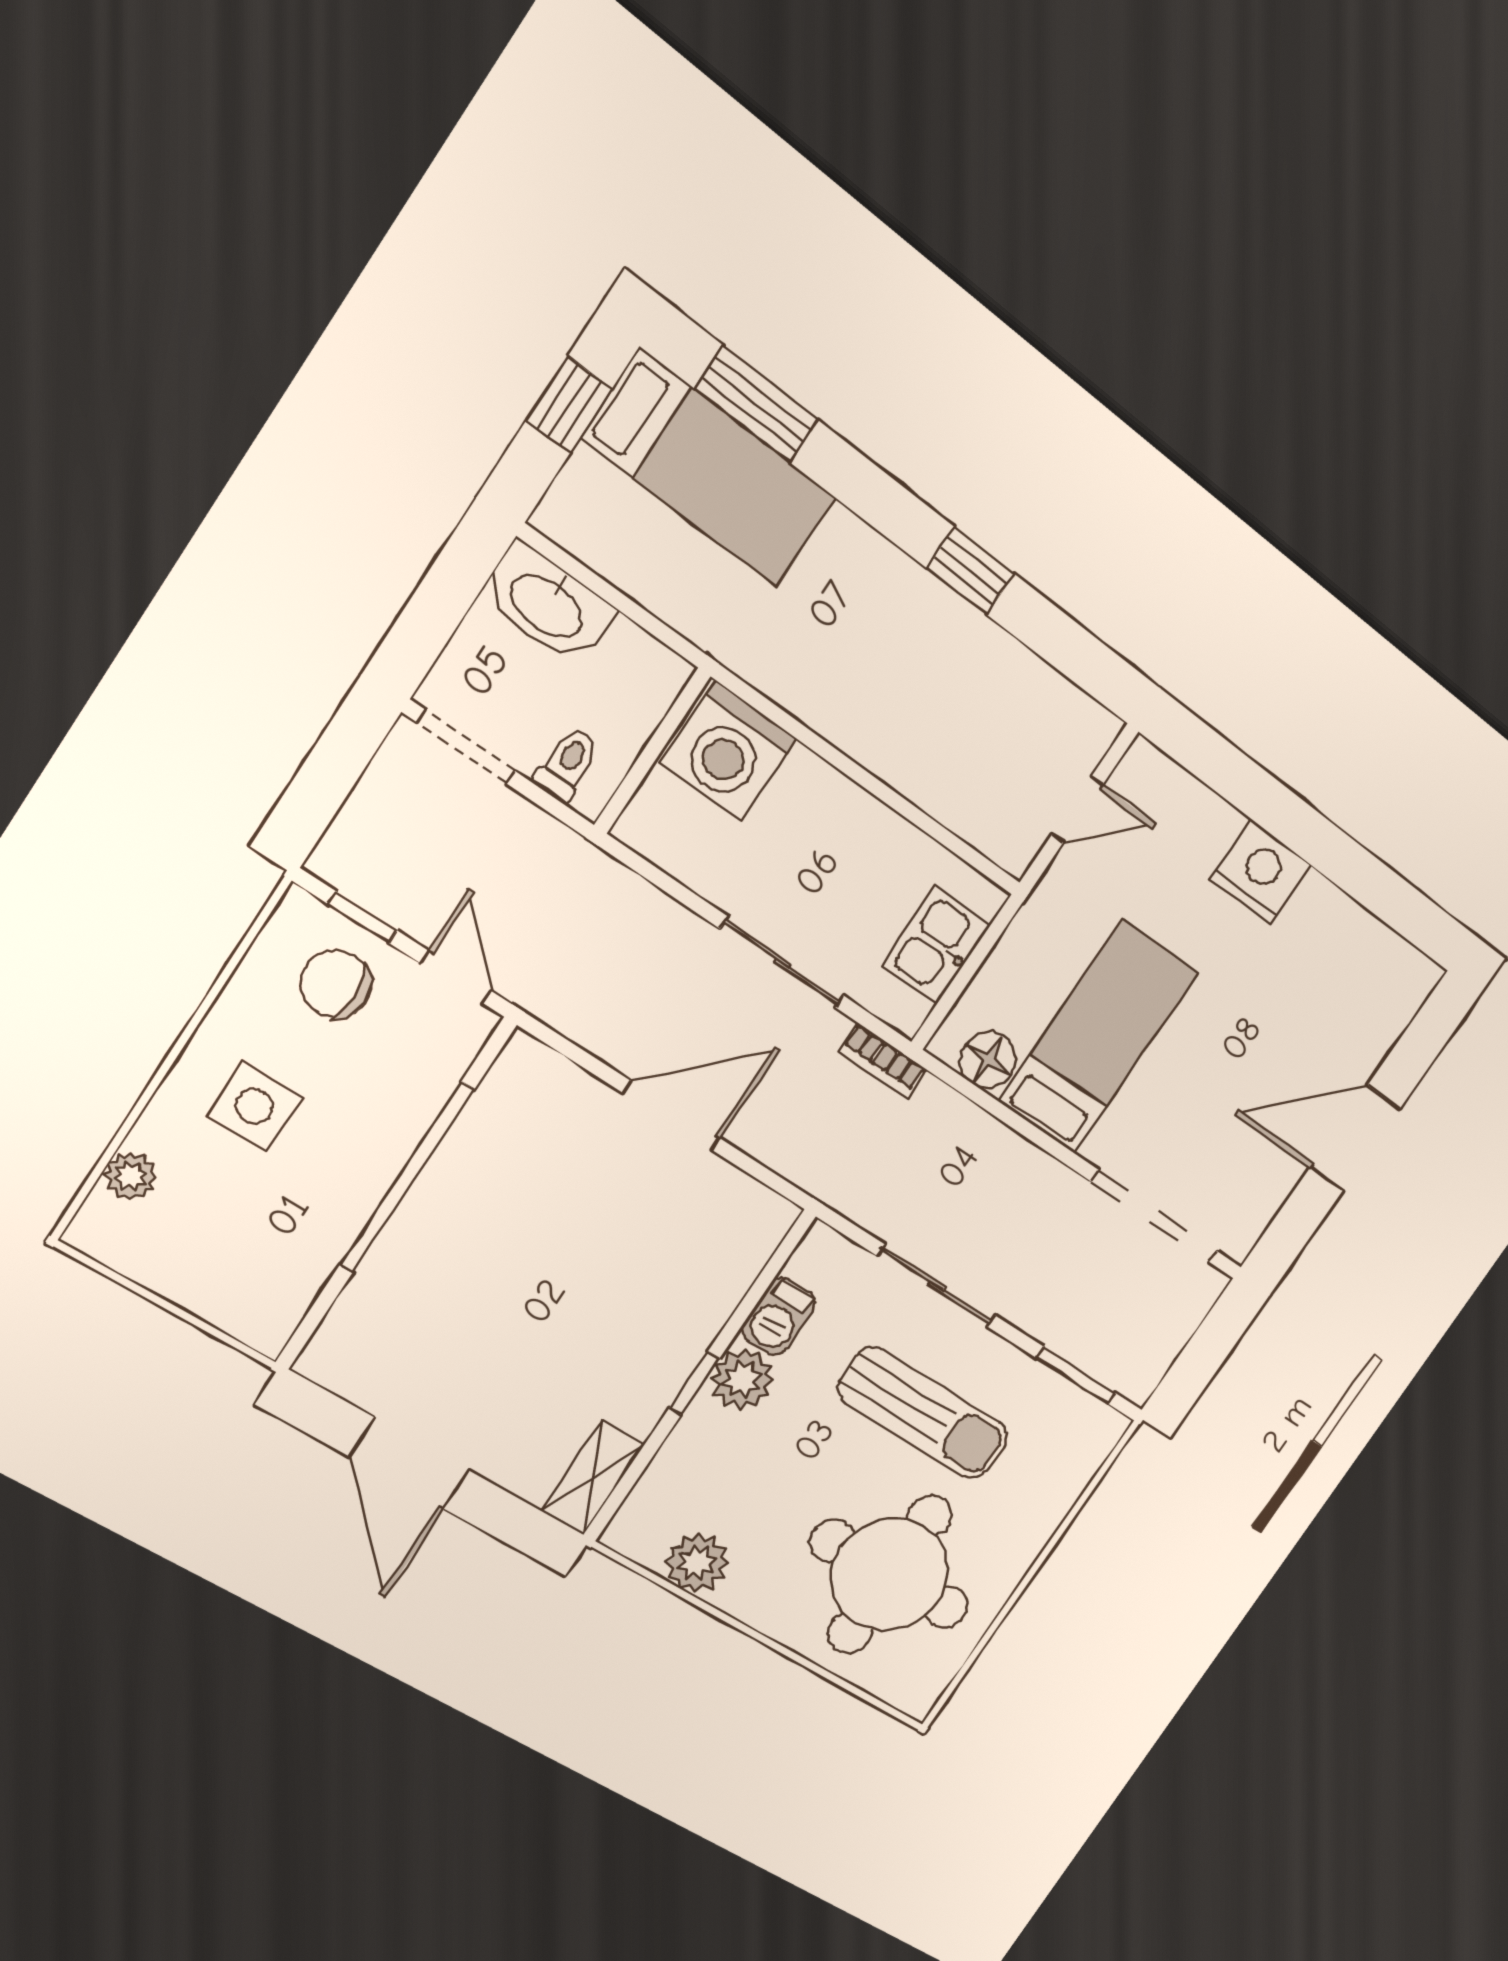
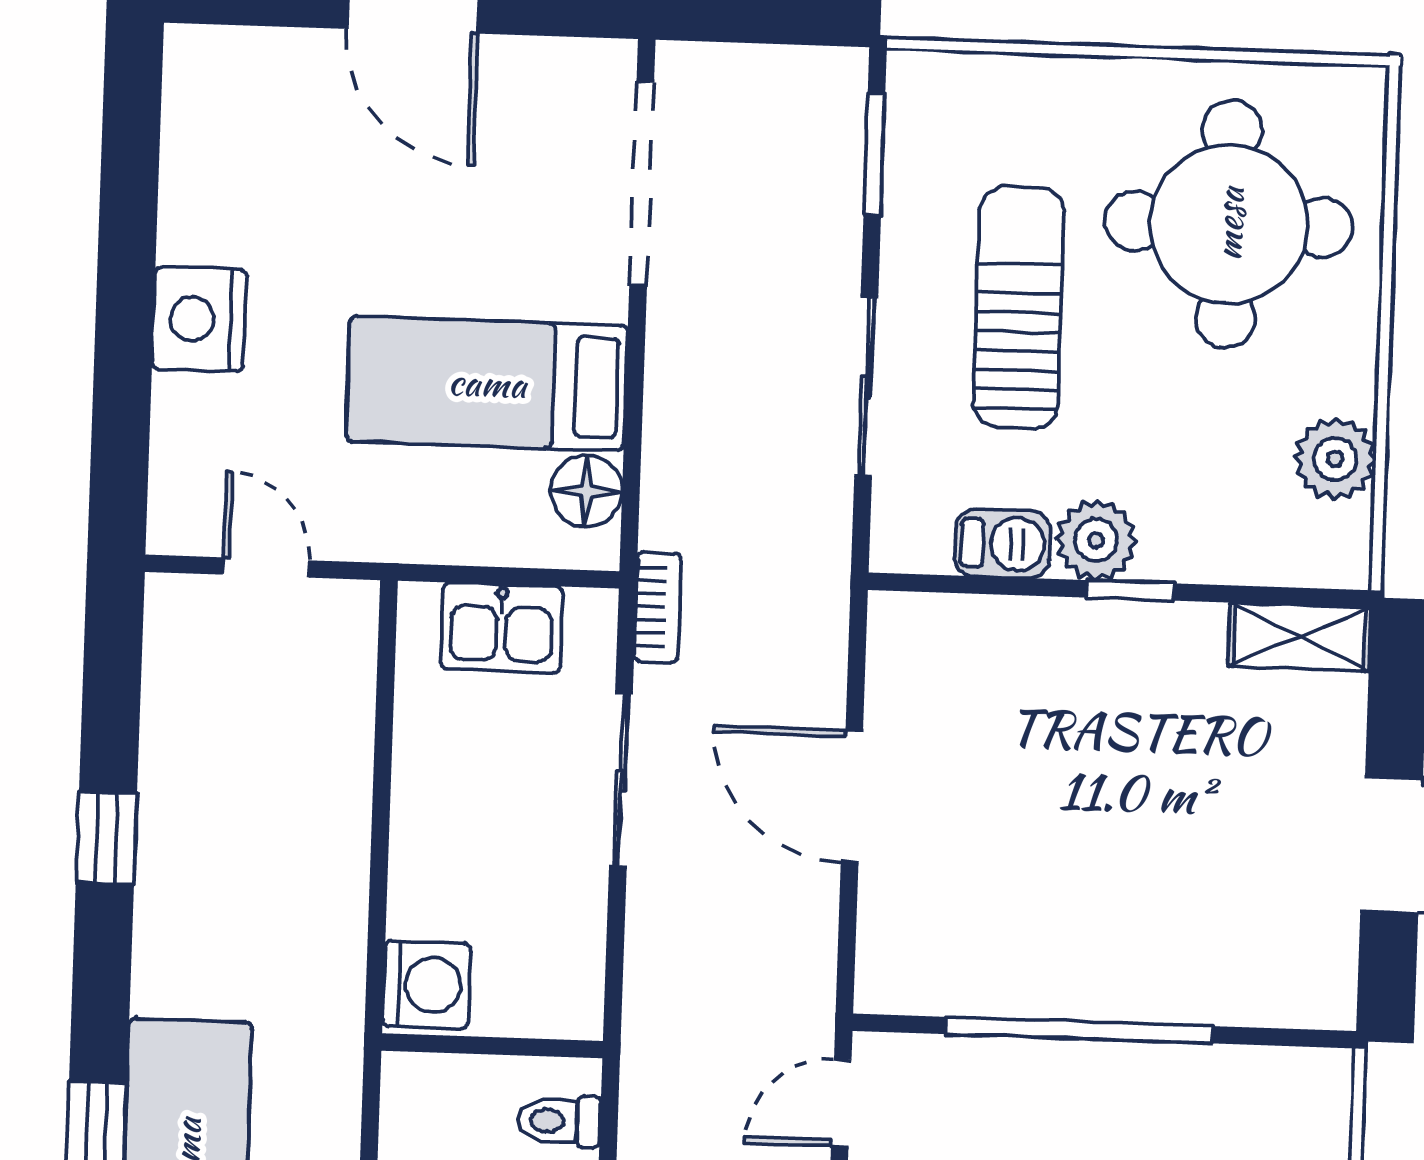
washing machine: (729, 751) -> (426, 985), width x0.73, depth x0.73

